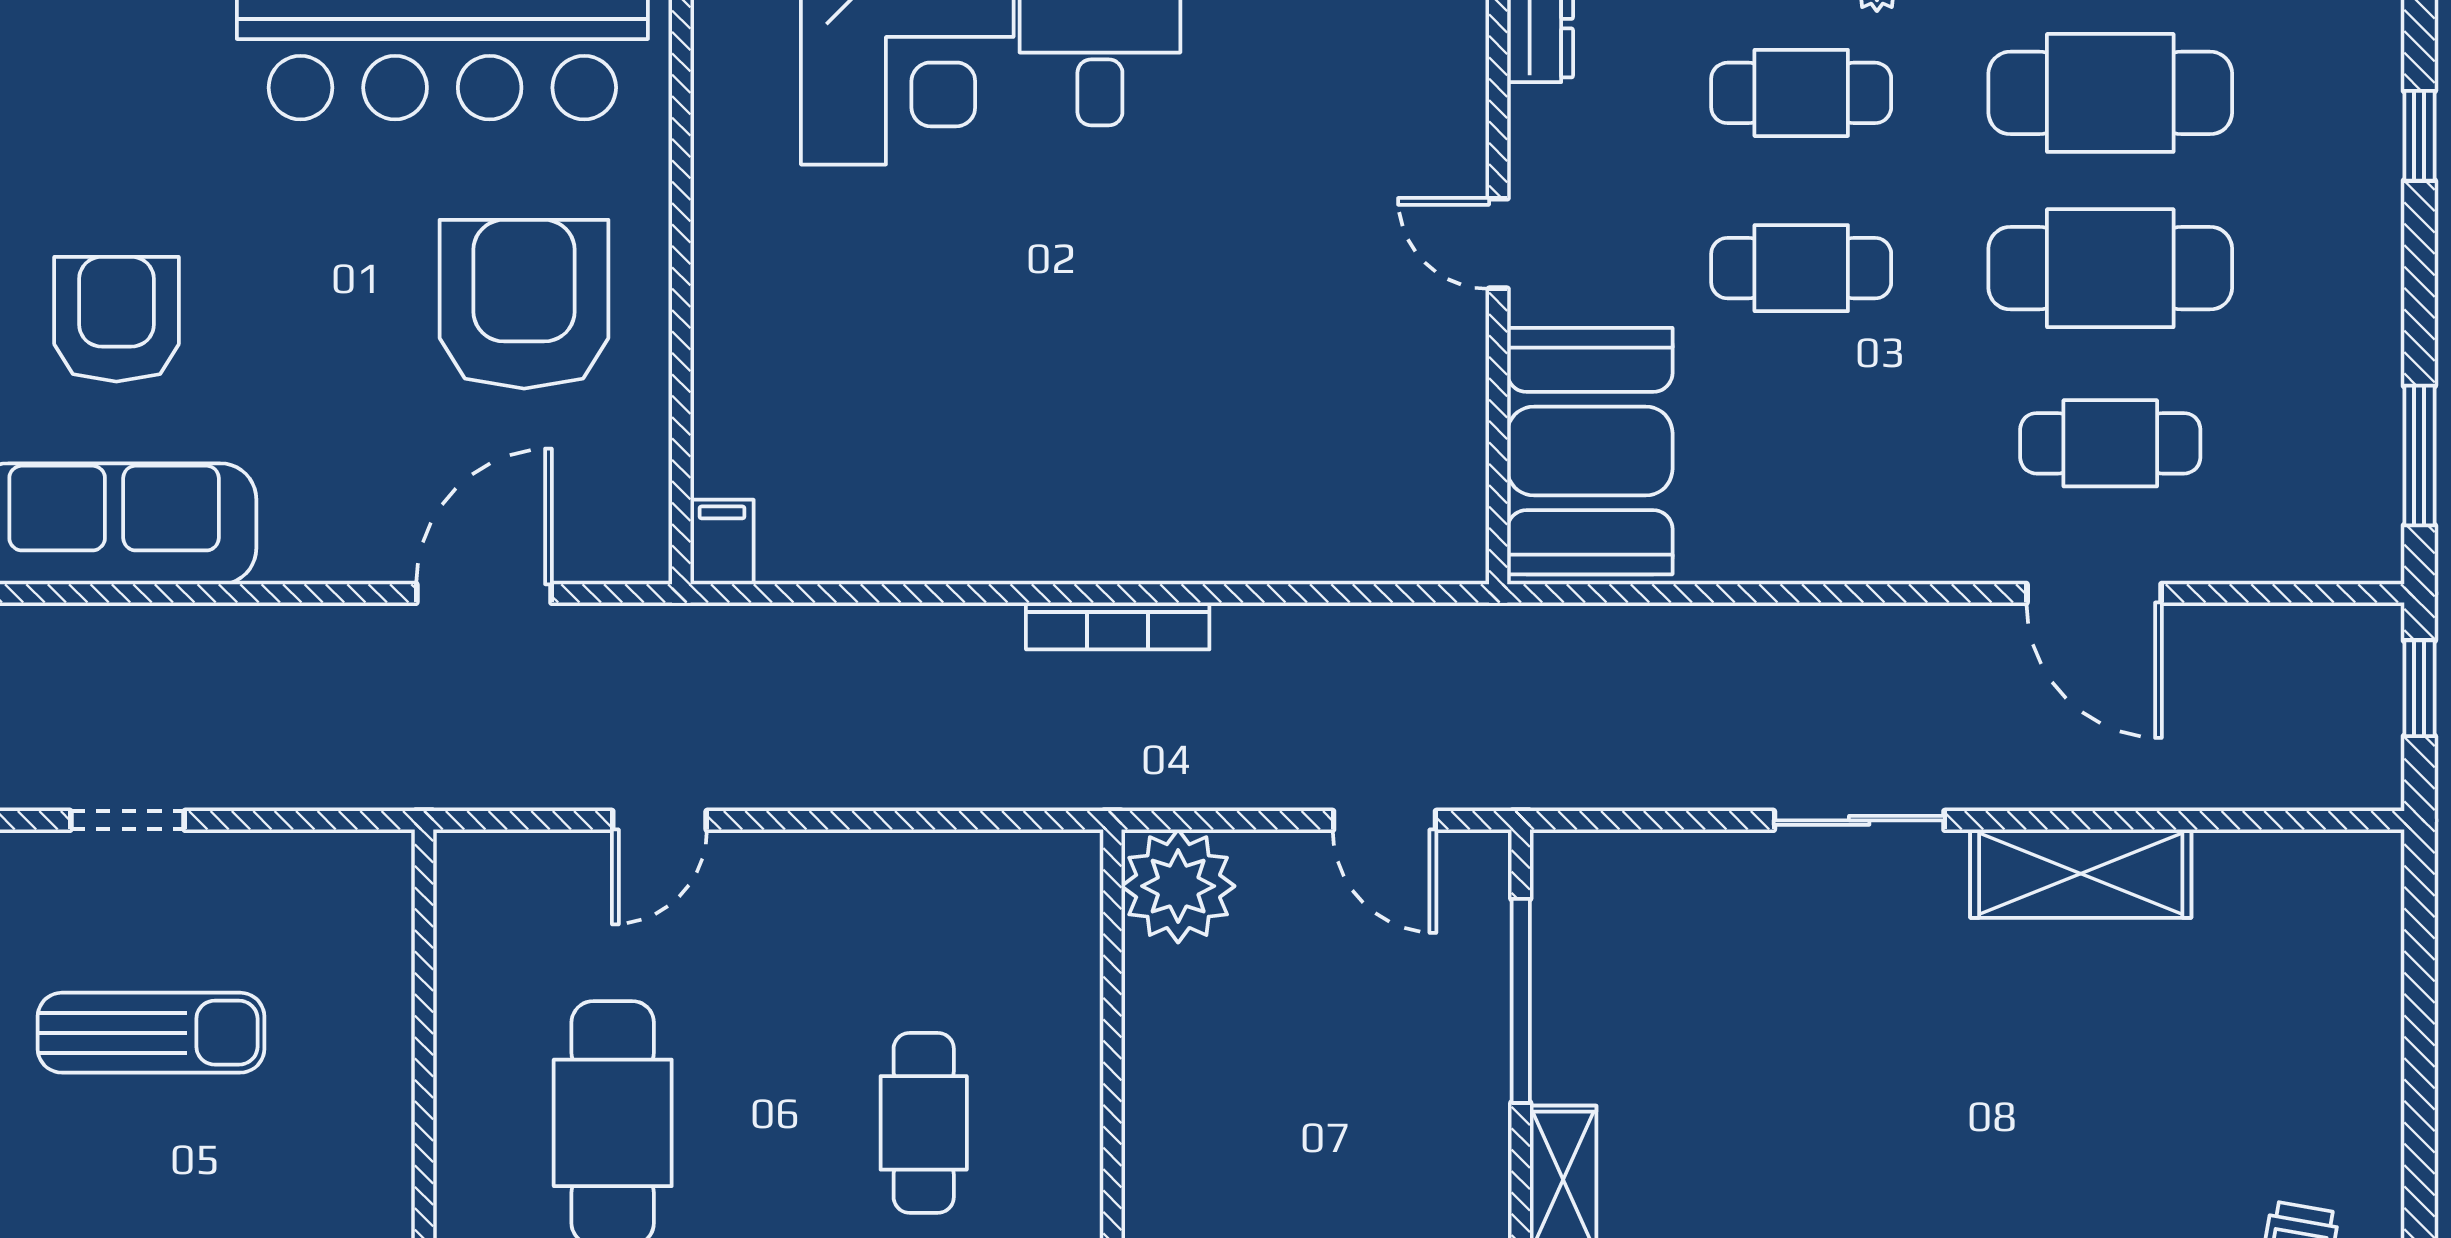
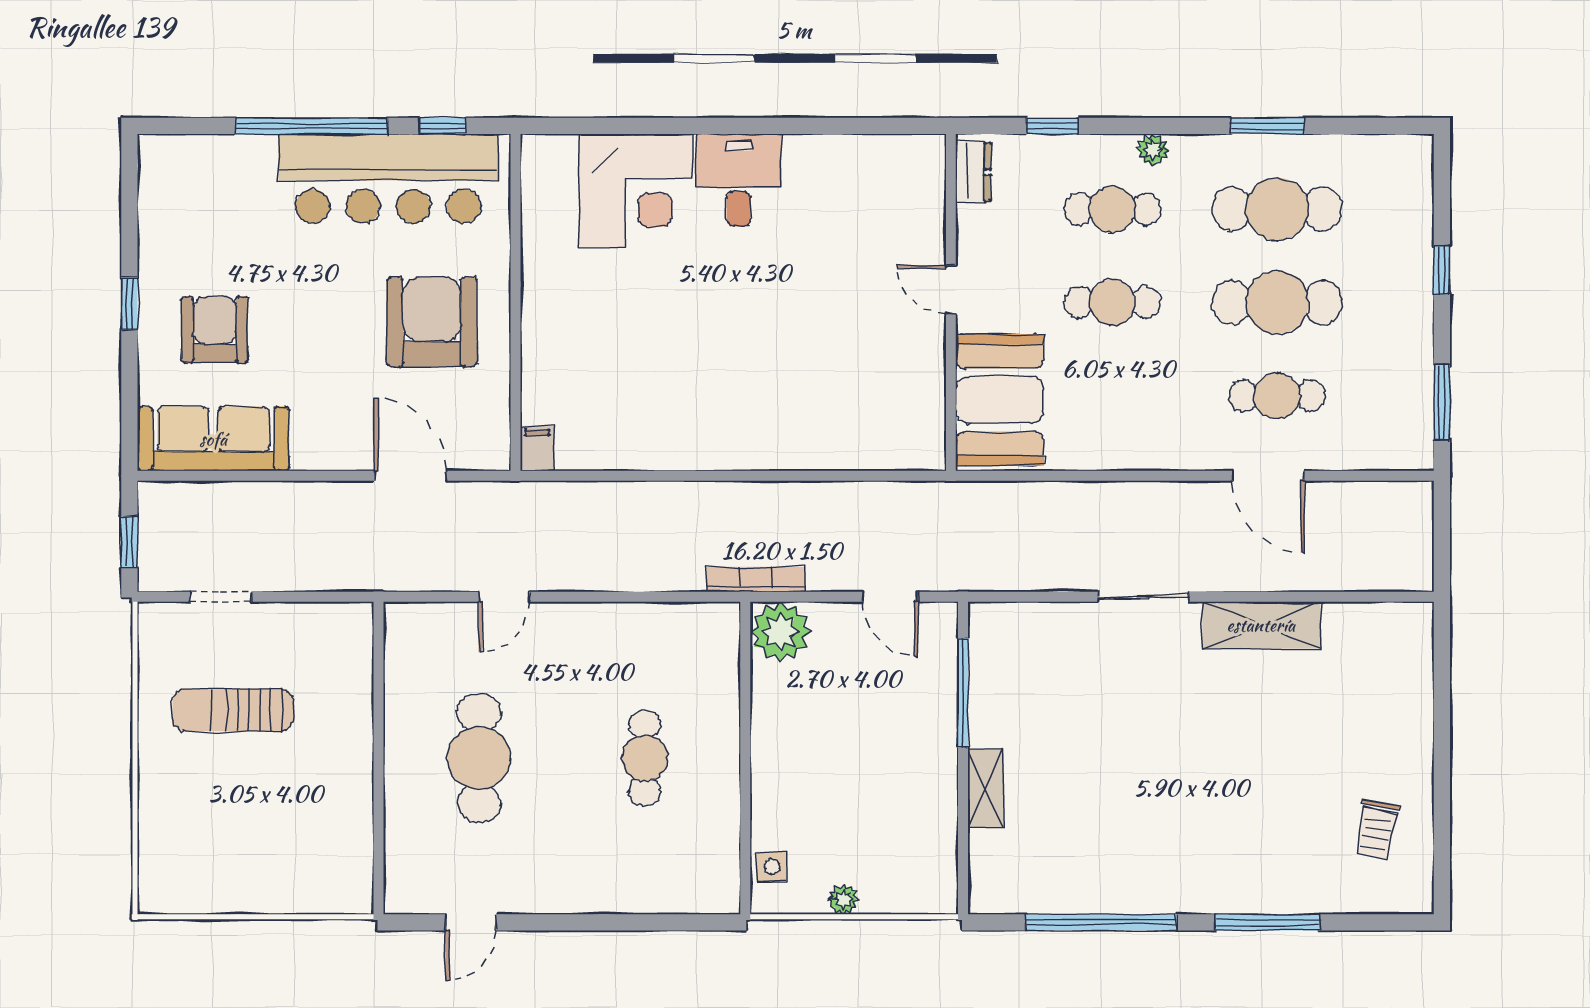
window: (2419, 136) -> (1442, 270), moved
door: (484, 593) -> (410, 476), hinge flipped
bookcase: (1118, 626) -> (756, 579), moved, turned 180
window: (2419, 688) -> (1442, 526), removed
sun lounger: (151, 1033) -> (233, 710), turned 180

